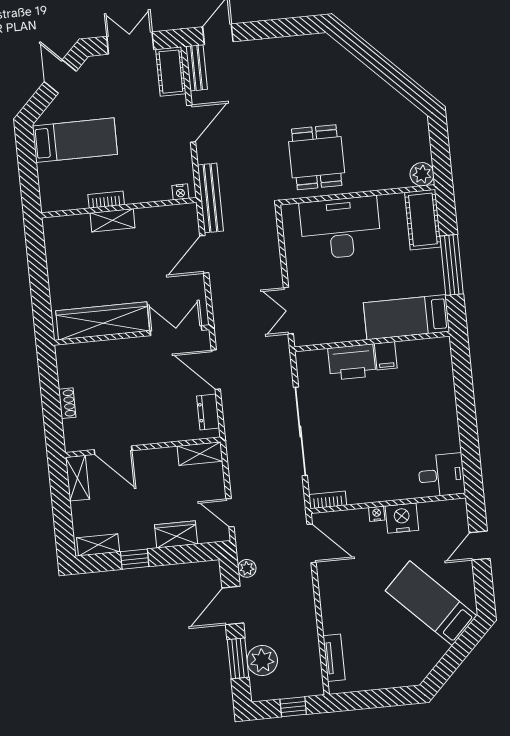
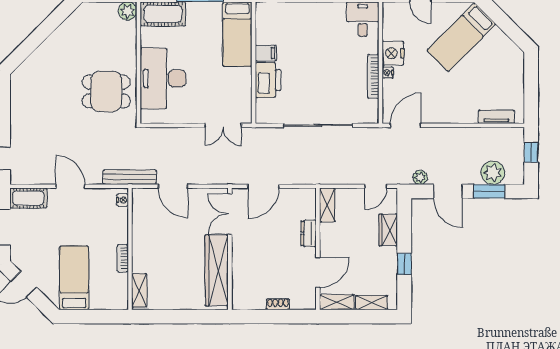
bench: (196, 68) -> (27, 178), removed
shelving: (113, 220) -> (139, 290), moved
dresser: (208, 412) -> (309, 233), moved, turned 90
bookcase: (328, 500) -> (373, 76), moved, width x1.56
shelving: (98, 545) -> (372, 303), moved, turned 90

